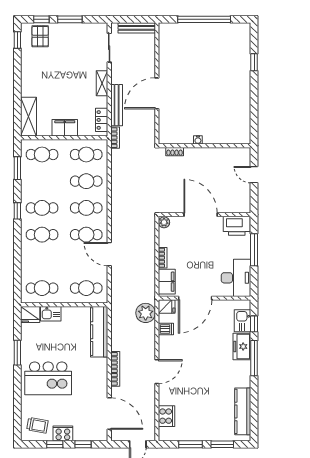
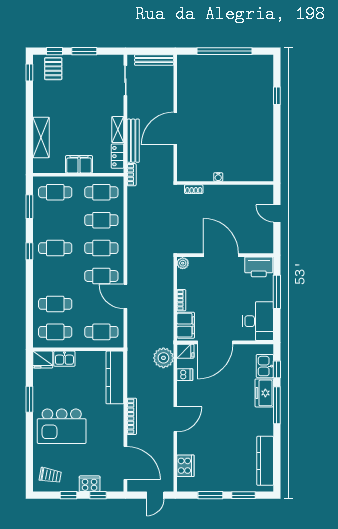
shelving: (102, 83) -> (118, 130), moved
shelving: (28, 117) -> (41, 137), moved
cafe table: (42, 235) -> (55, 304), moved
cooker: (63, 433) -> (90, 484), moved

